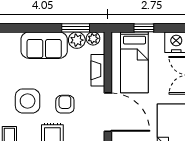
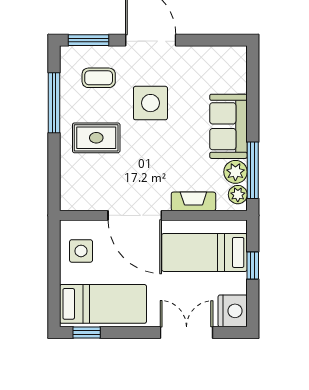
window: (76, 28) -> (253, 170), width x1.44
armchair: (65, 104) -> (146, 155), removed
door: (108, 112) -> (135, 215), hinge flipped

